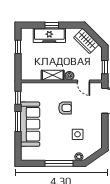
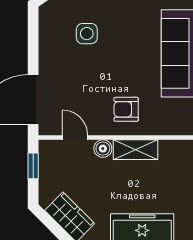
armchair: (65, 108) -> (126, 109), moved

